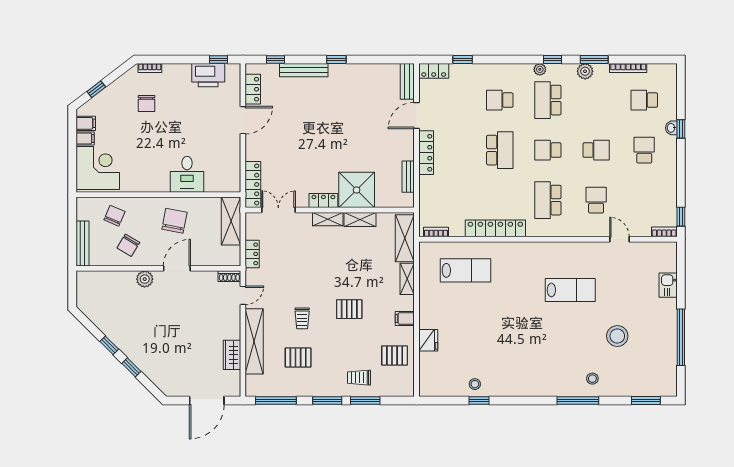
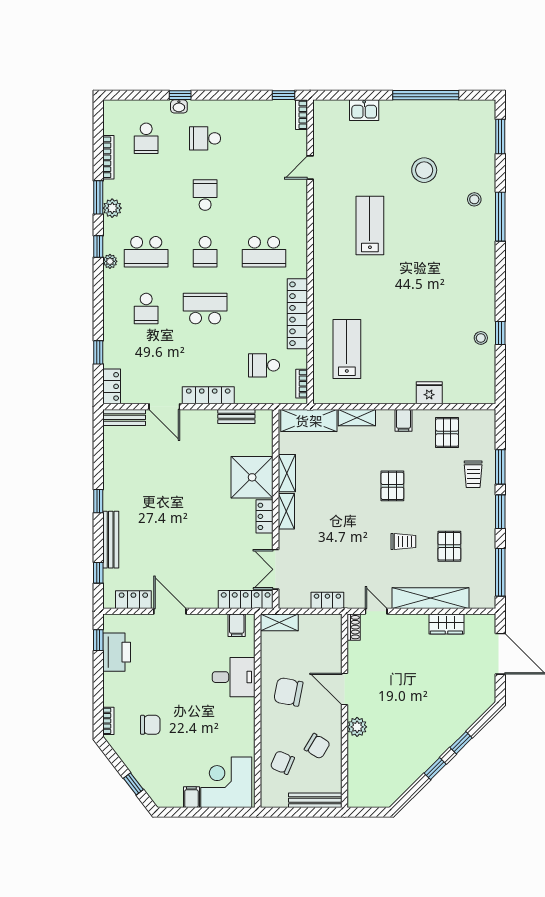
filing cabinet: (86, 123) -> (237, 625), moved, turned 180
school desk: (596, 200) -> (264, 365), moved
shelving: (231, 221) -> (279, 622), width x0.67, depth x0.75

